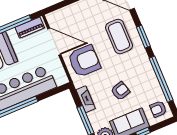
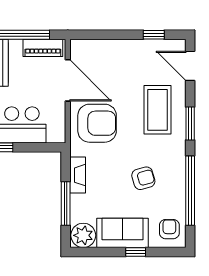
armchair: (120, 91) -> (143, 178), moved
armchair: (158, 109) -> (169, 229), turned 90

